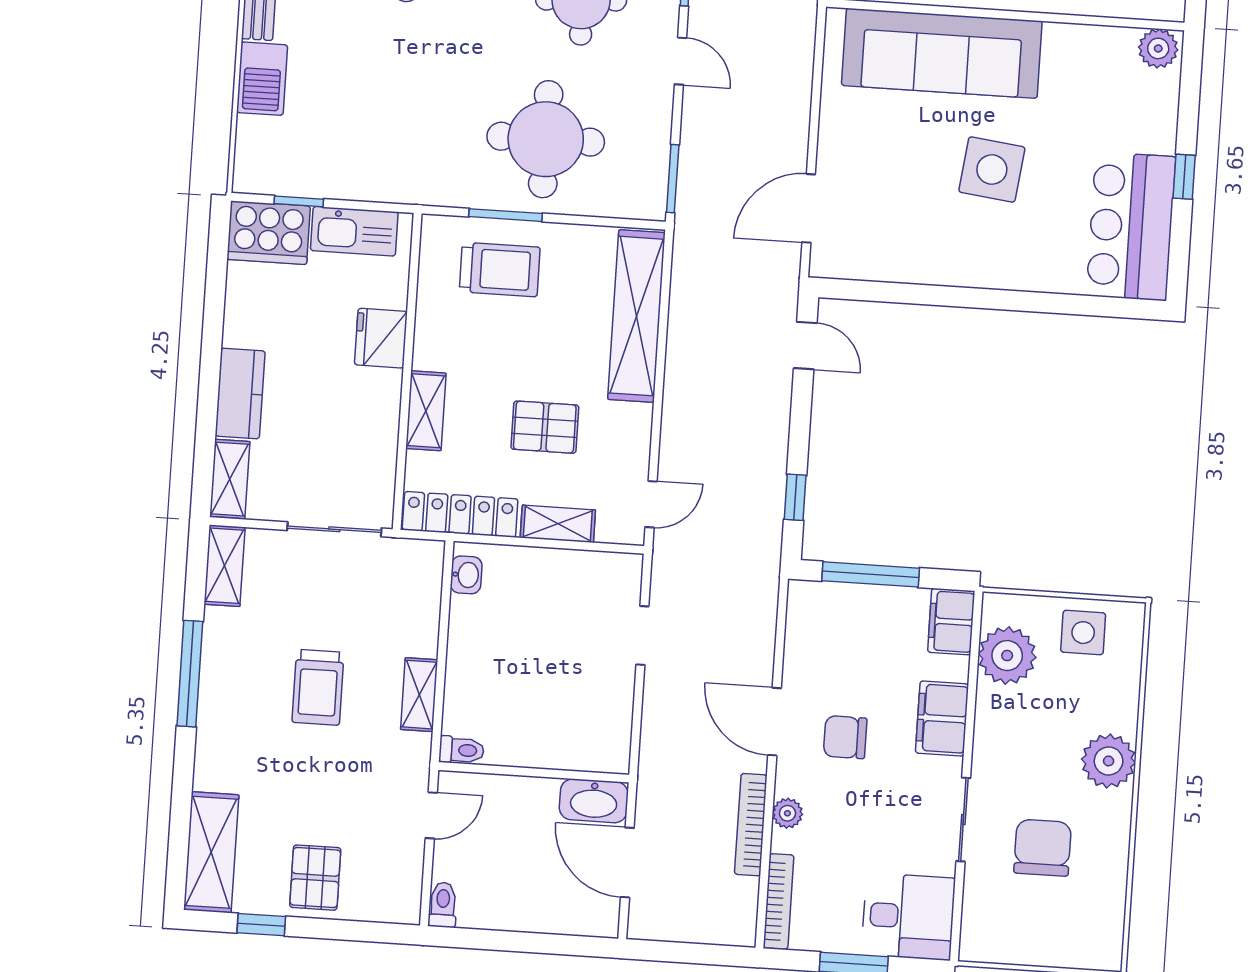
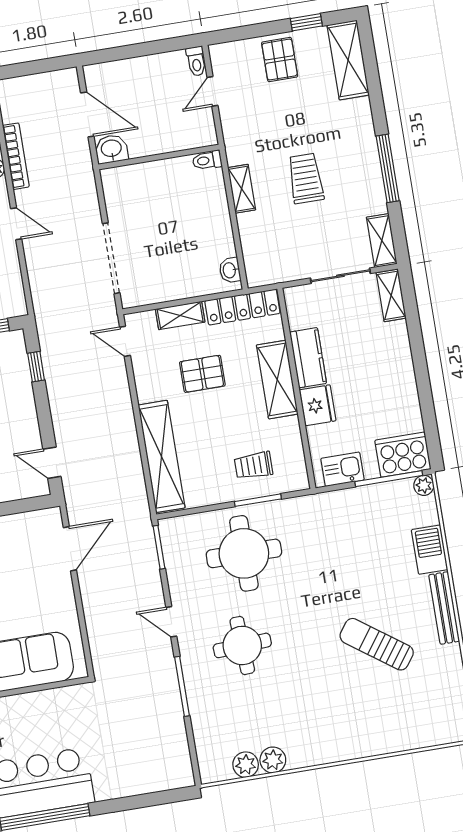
plant: (248, 178) -> (424, 485), added
window: (299, 201) -> (389, 479), width x2.17
kitchen sink: (354, 231) -> (342, 469), width x0.73
trolley: (500, 269) -> (254, 465), width x0.73, depth x0.72
kitchen counter: (240, 393) -> (308, 358), moved, turned 180
shelving: (426, 411) -> (277, 380), width x1.50, depth x1.33
door: (651, 504) -> (125, 341), hinge flipped
sliding door: (334, 529) -> (340, 276), moved
doorway: (642, 636) -> (111, 258), width x1.87
door: (775, 722) -> (16, 224), width x0.73
washbasin: (594, 801) -> (111, 149), width x0.72
door: (431, 815) -> (212, 91), moved

